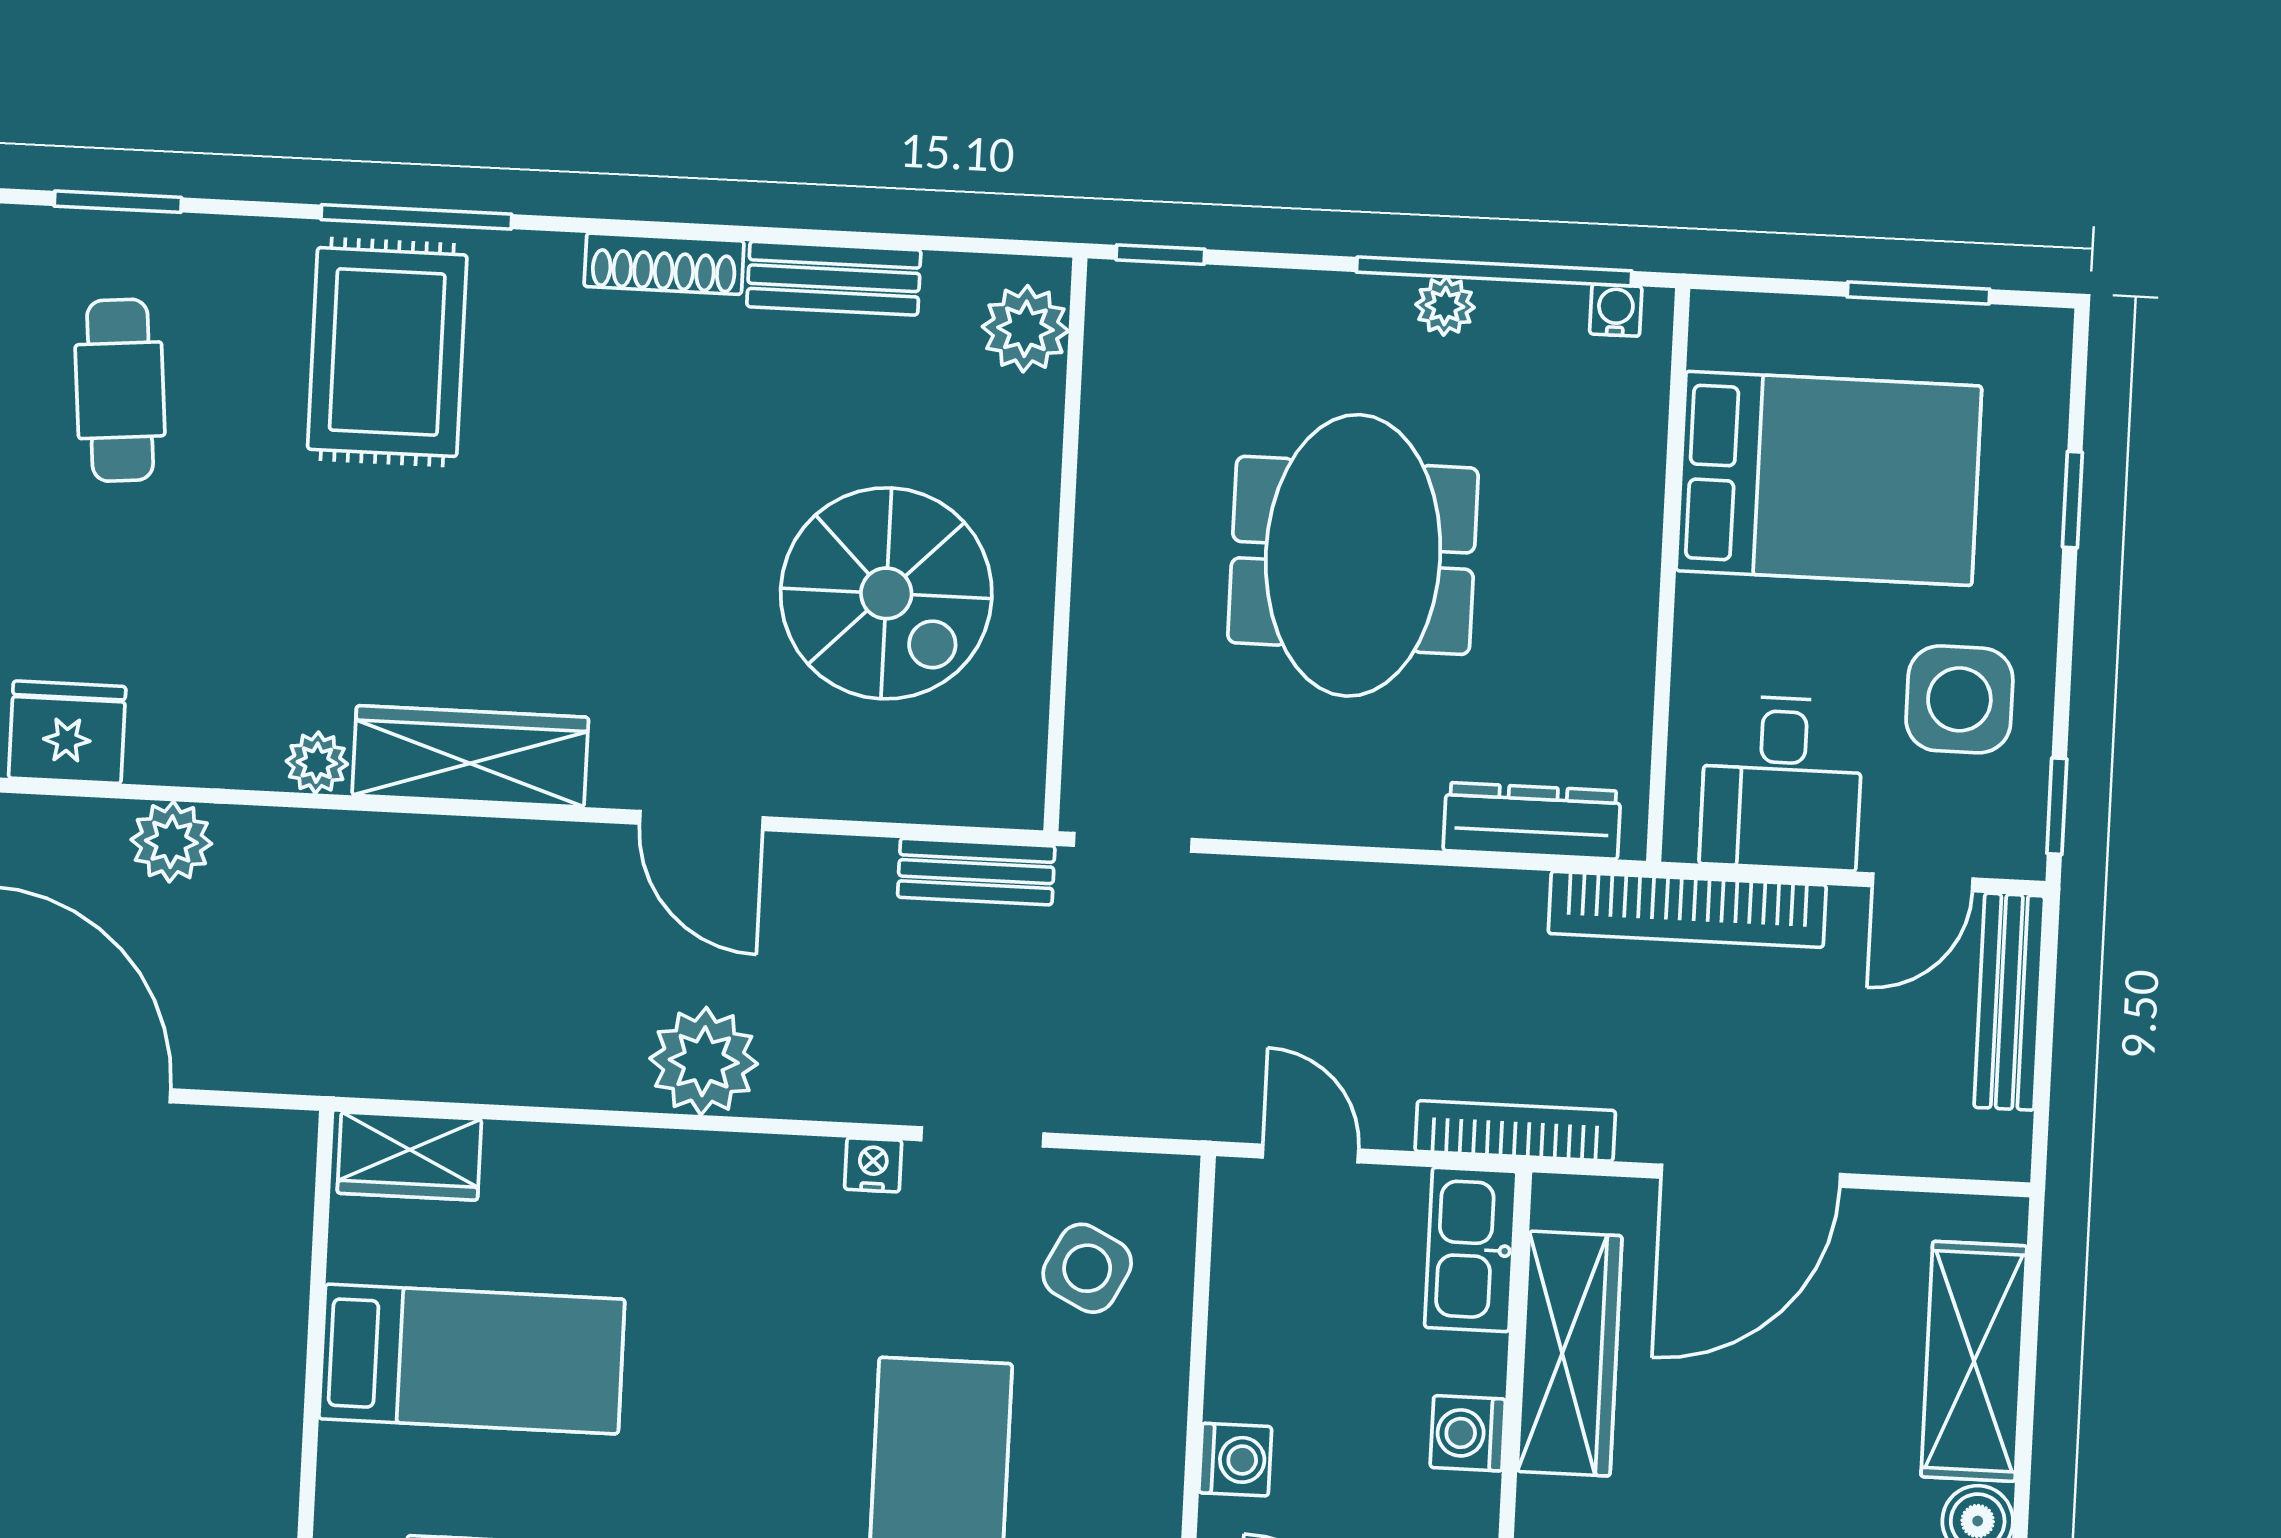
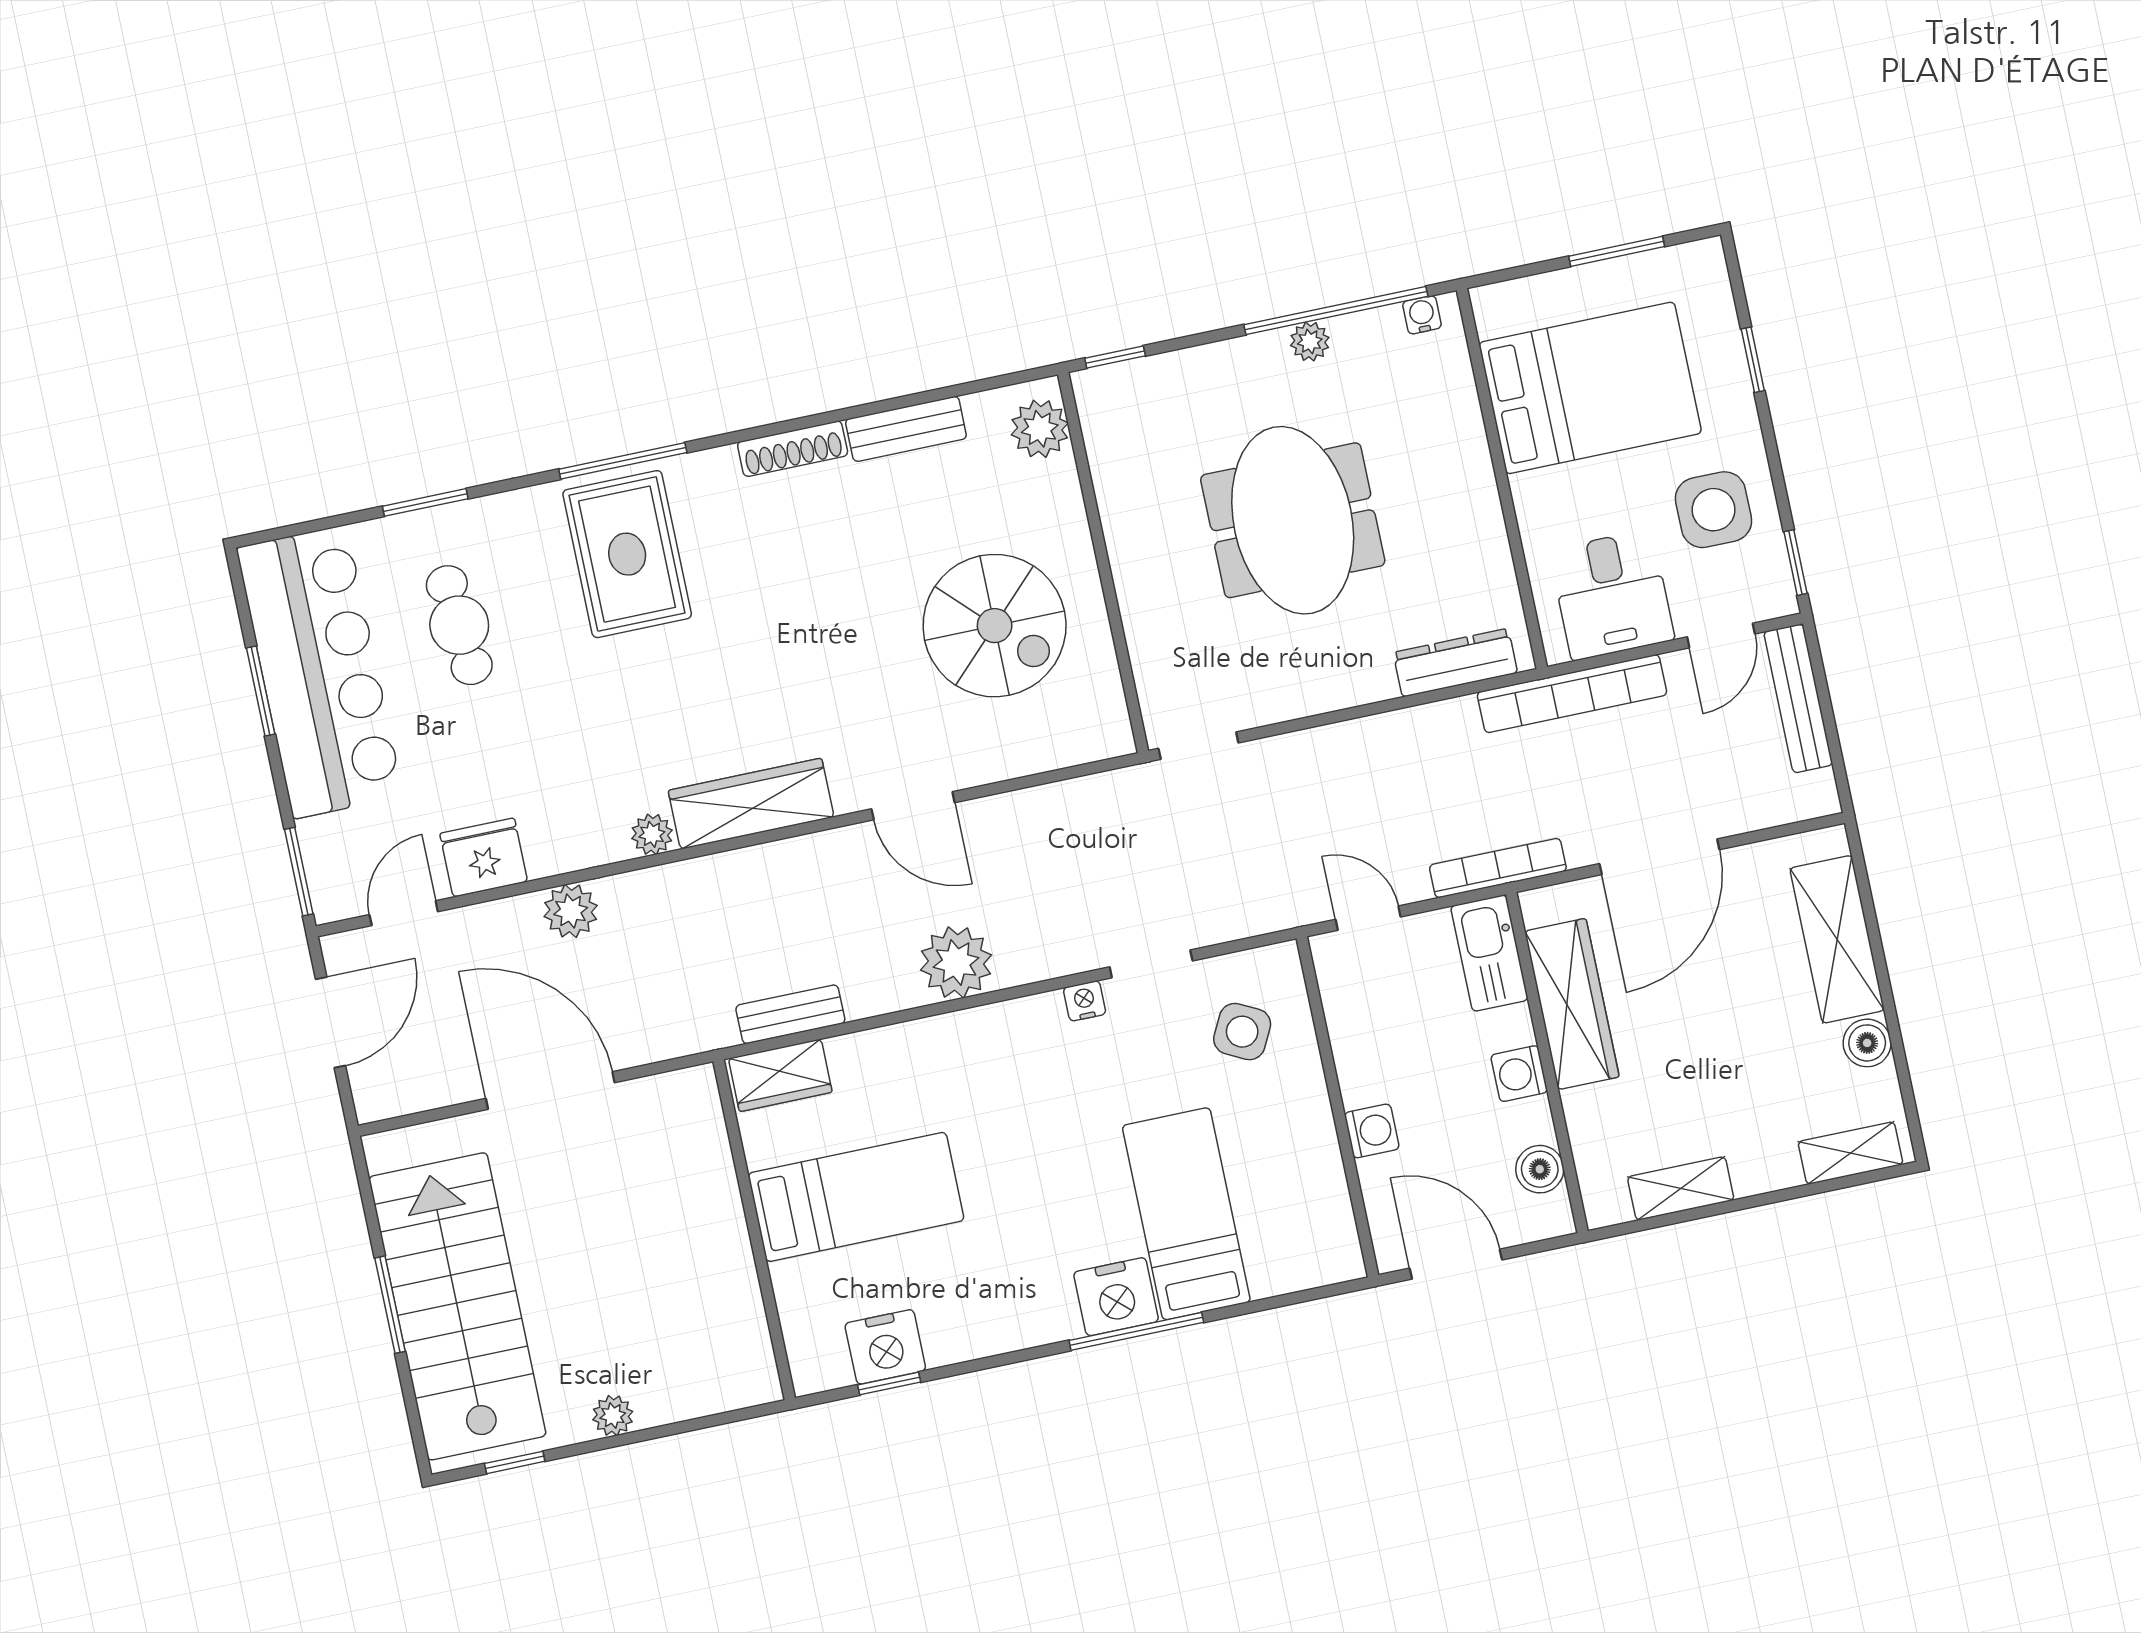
bench: (976, 872) -> (790, 1014), moved

